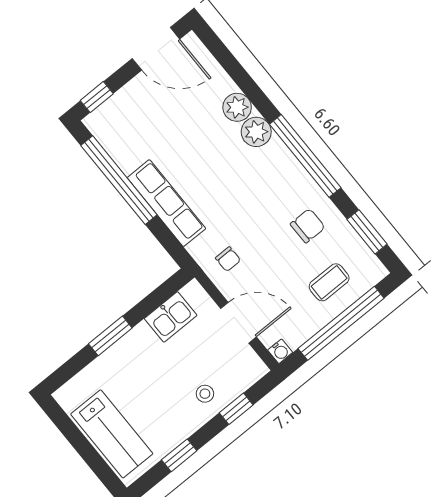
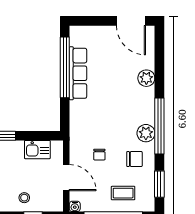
window: (97, 97) -> (86, 21), removed
plant: (256, 132) -> (146, 133), moved
row of seats: (166, 203) -> (78, 73), moved
chair: (228, 259) -> (99, 155), moved

